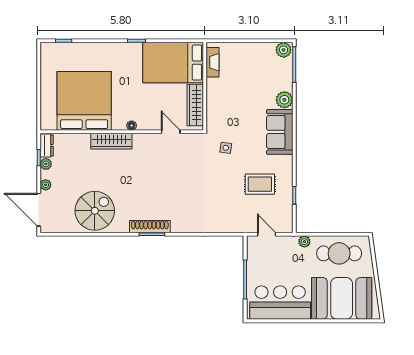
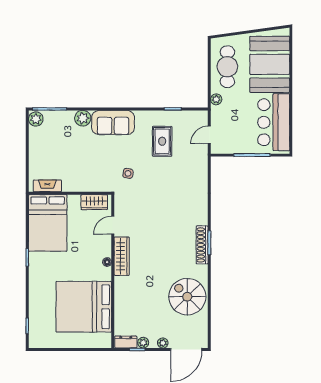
wardrobe: (195, 105) -> (94, 202), width x0.67
wardrobe: (111, 141) -> (122, 256), moved

